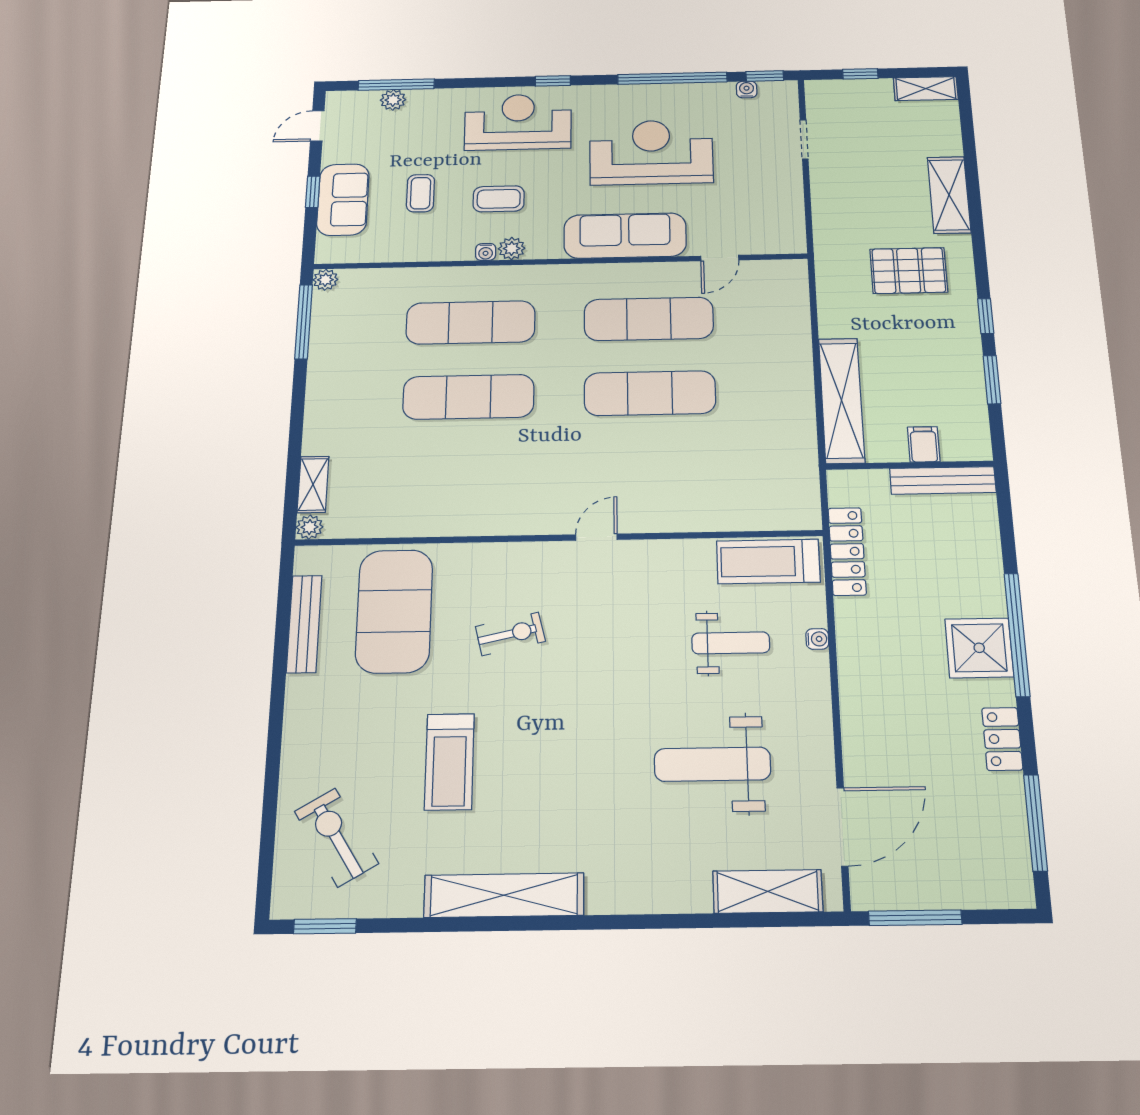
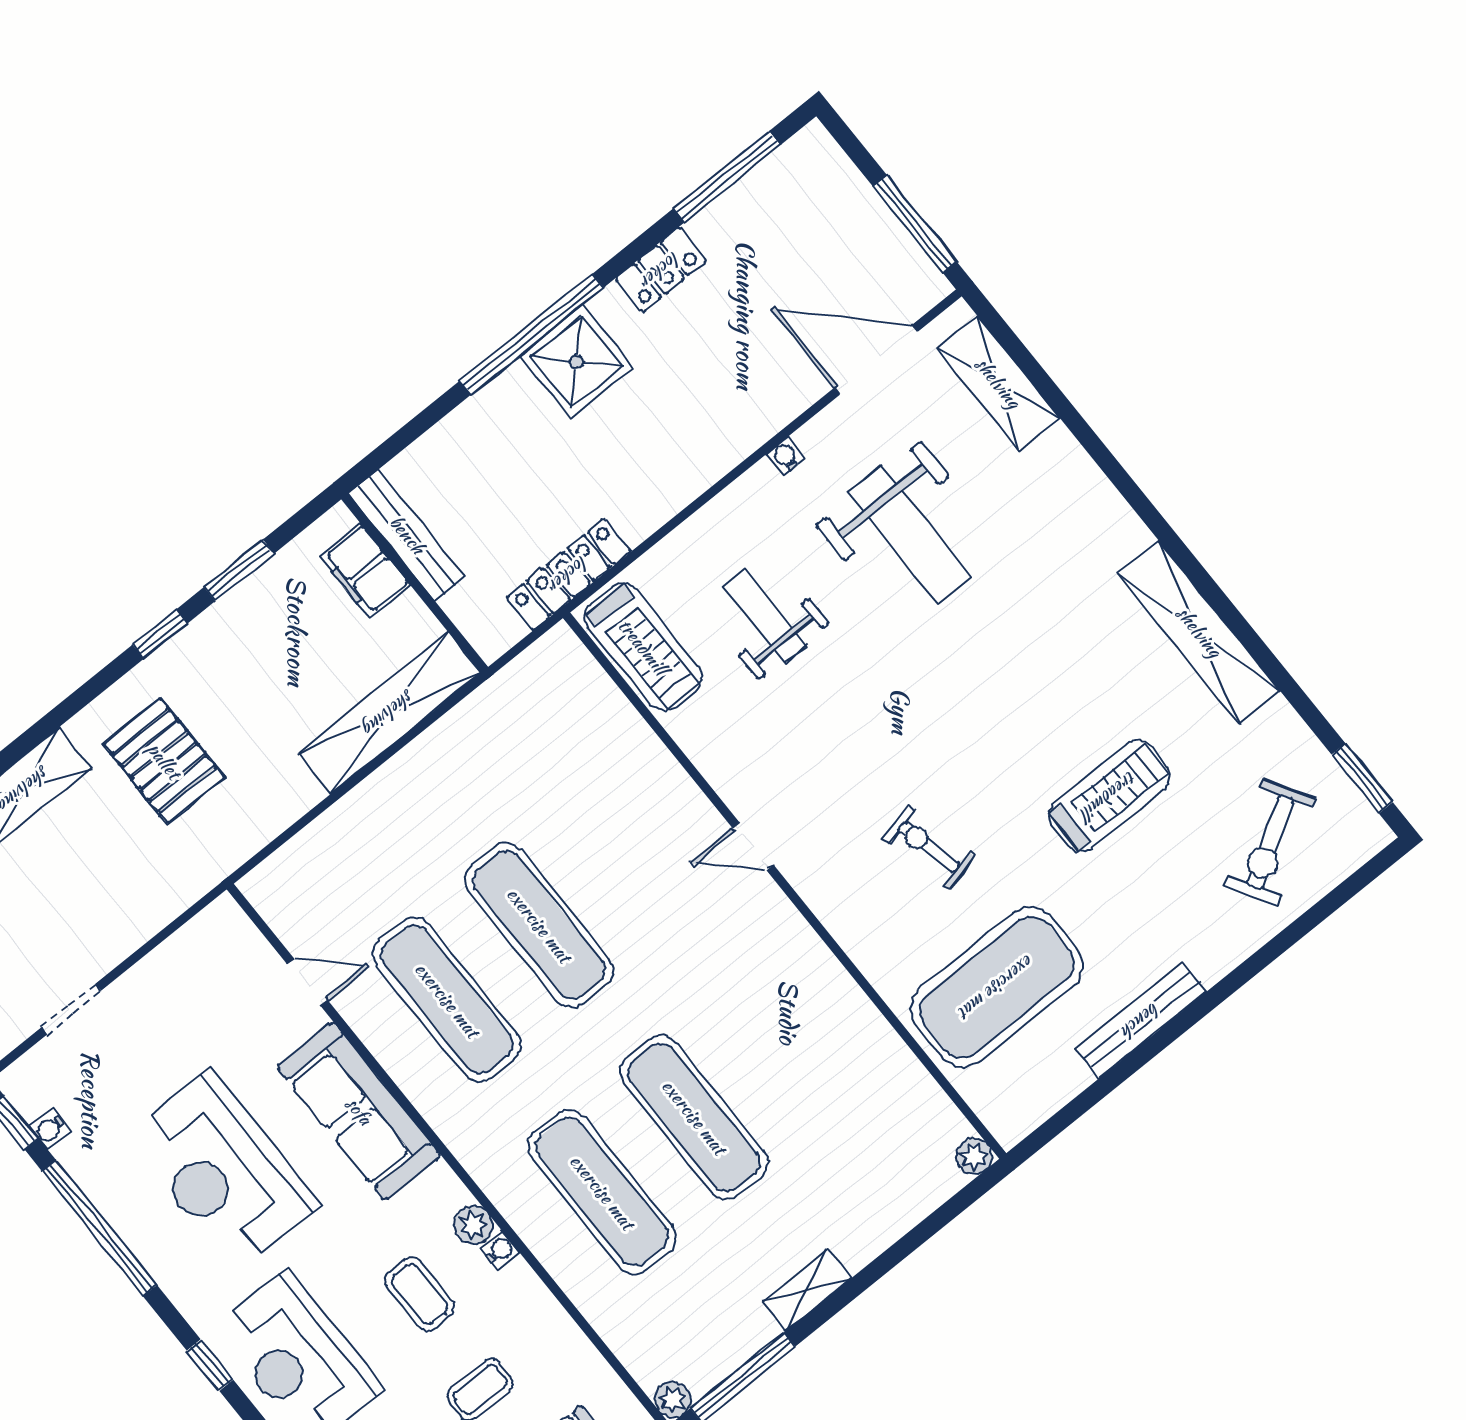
filing cabinet: (924, 444) -> (365, 571), width x2.00
shelving: (313, 484) -> (807, 1290), moved
bench: (304, 624) -> (1141, 1020), moved
water cooler: (817, 639) -> (786, 456), moved

